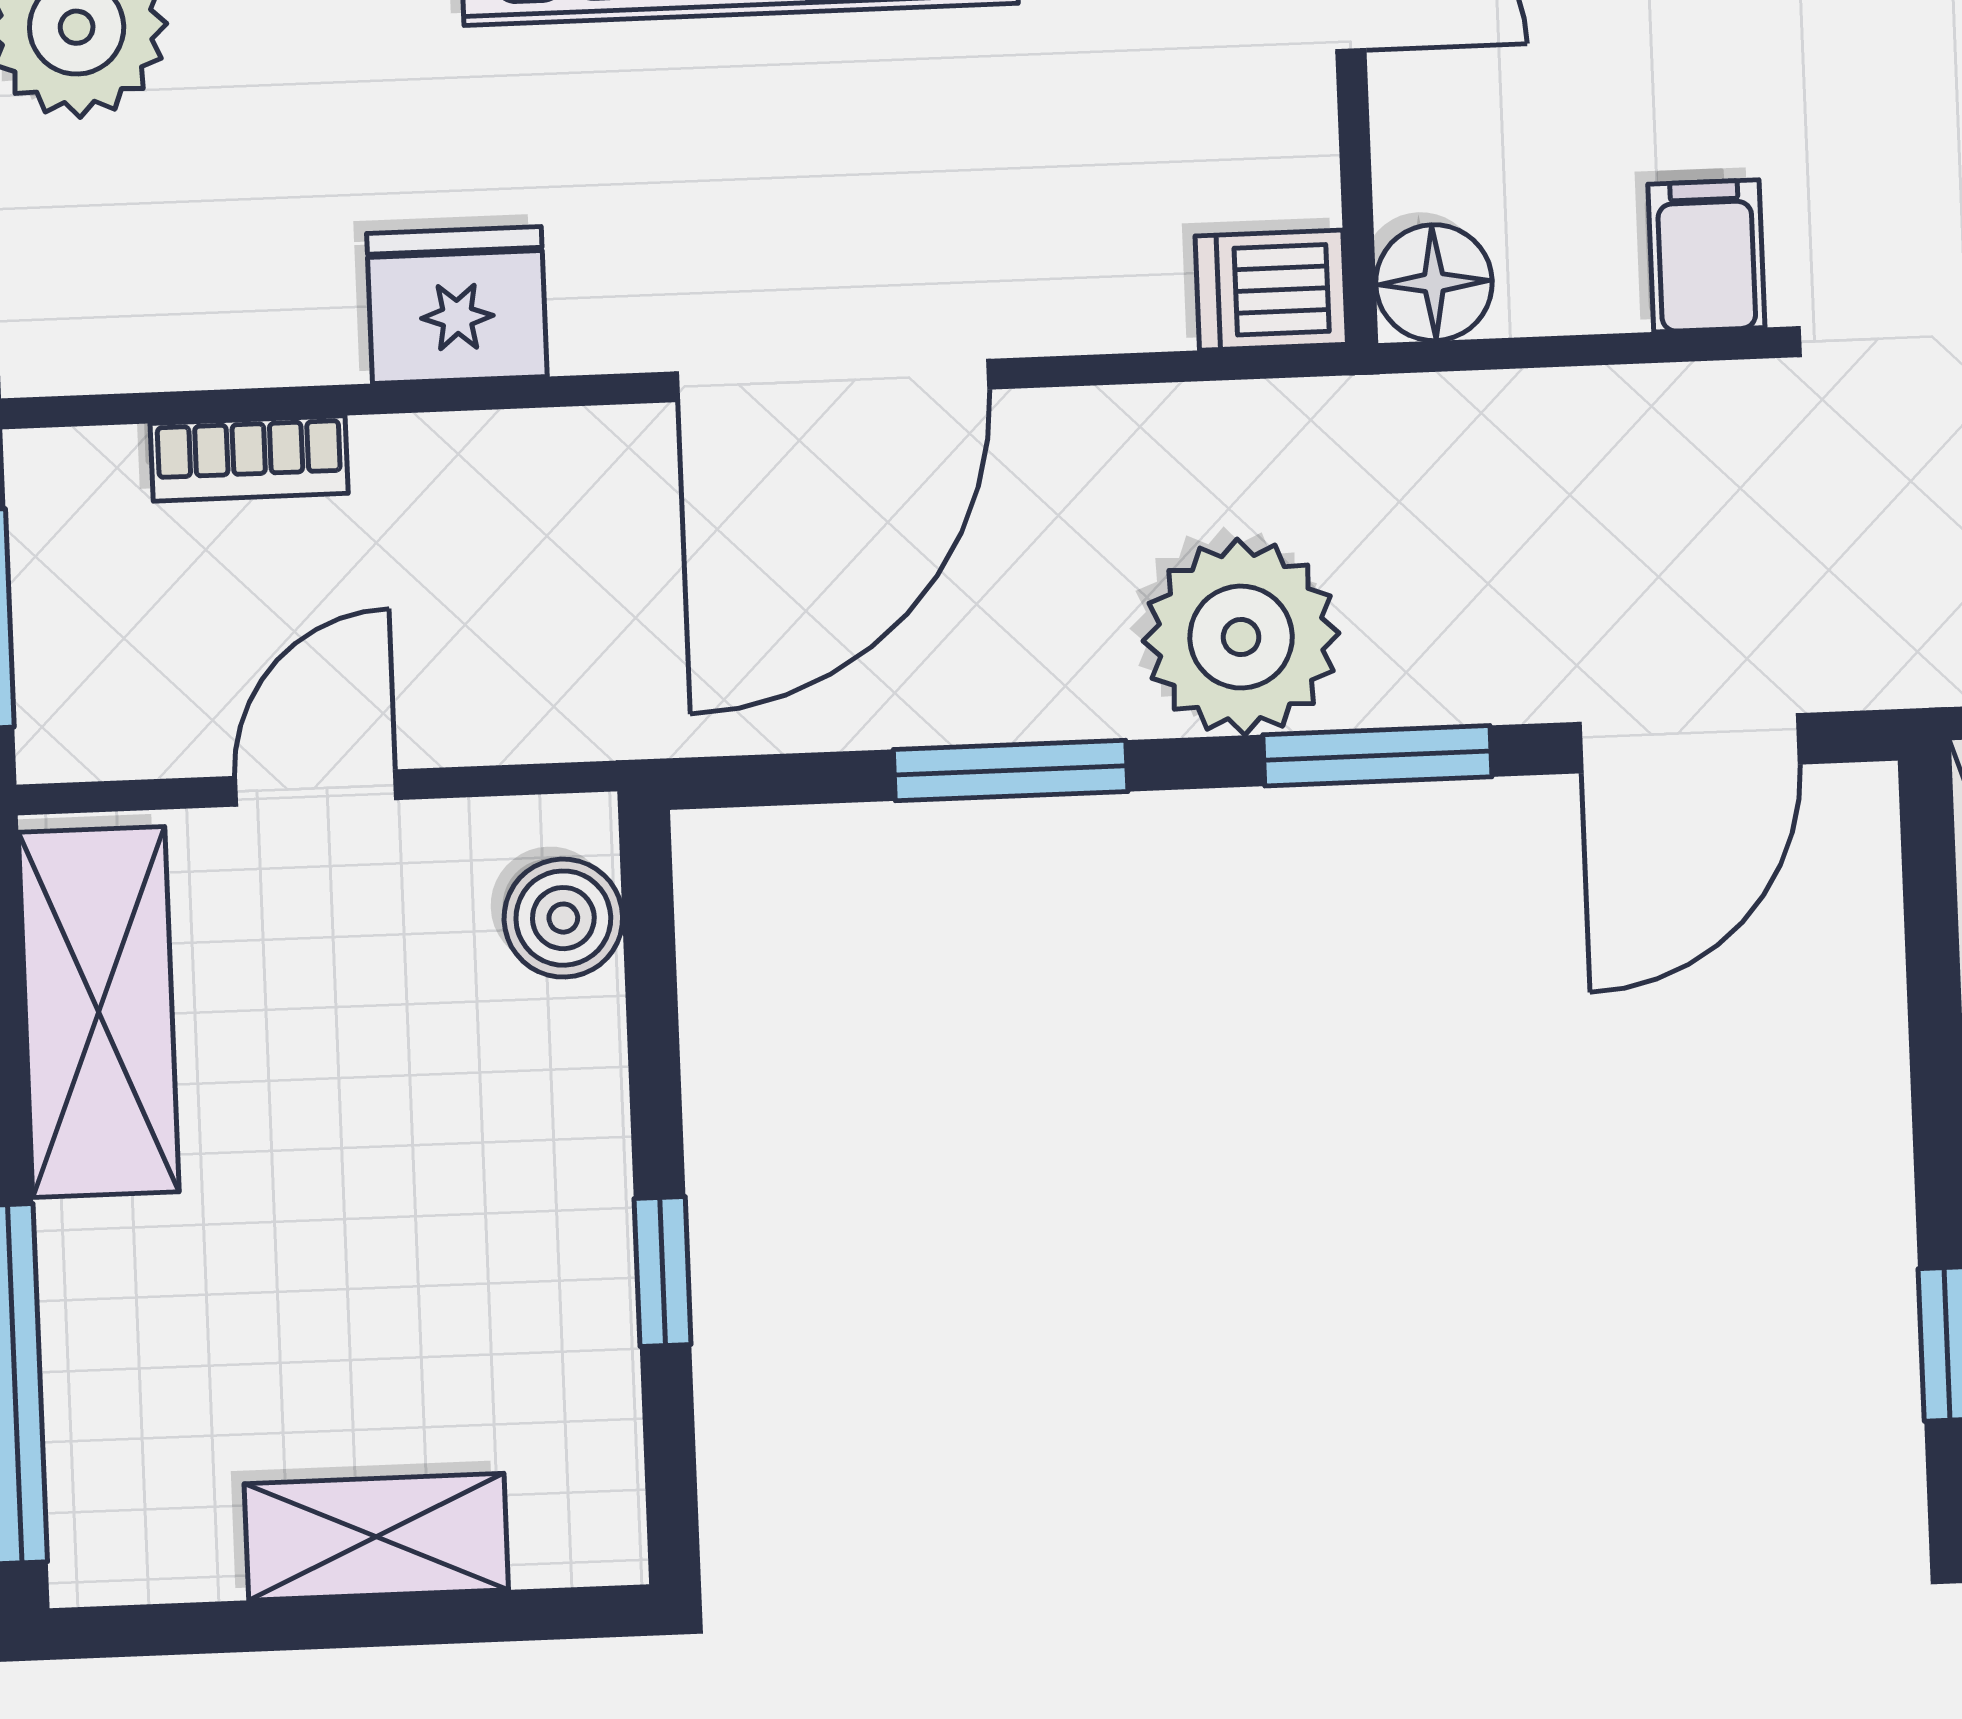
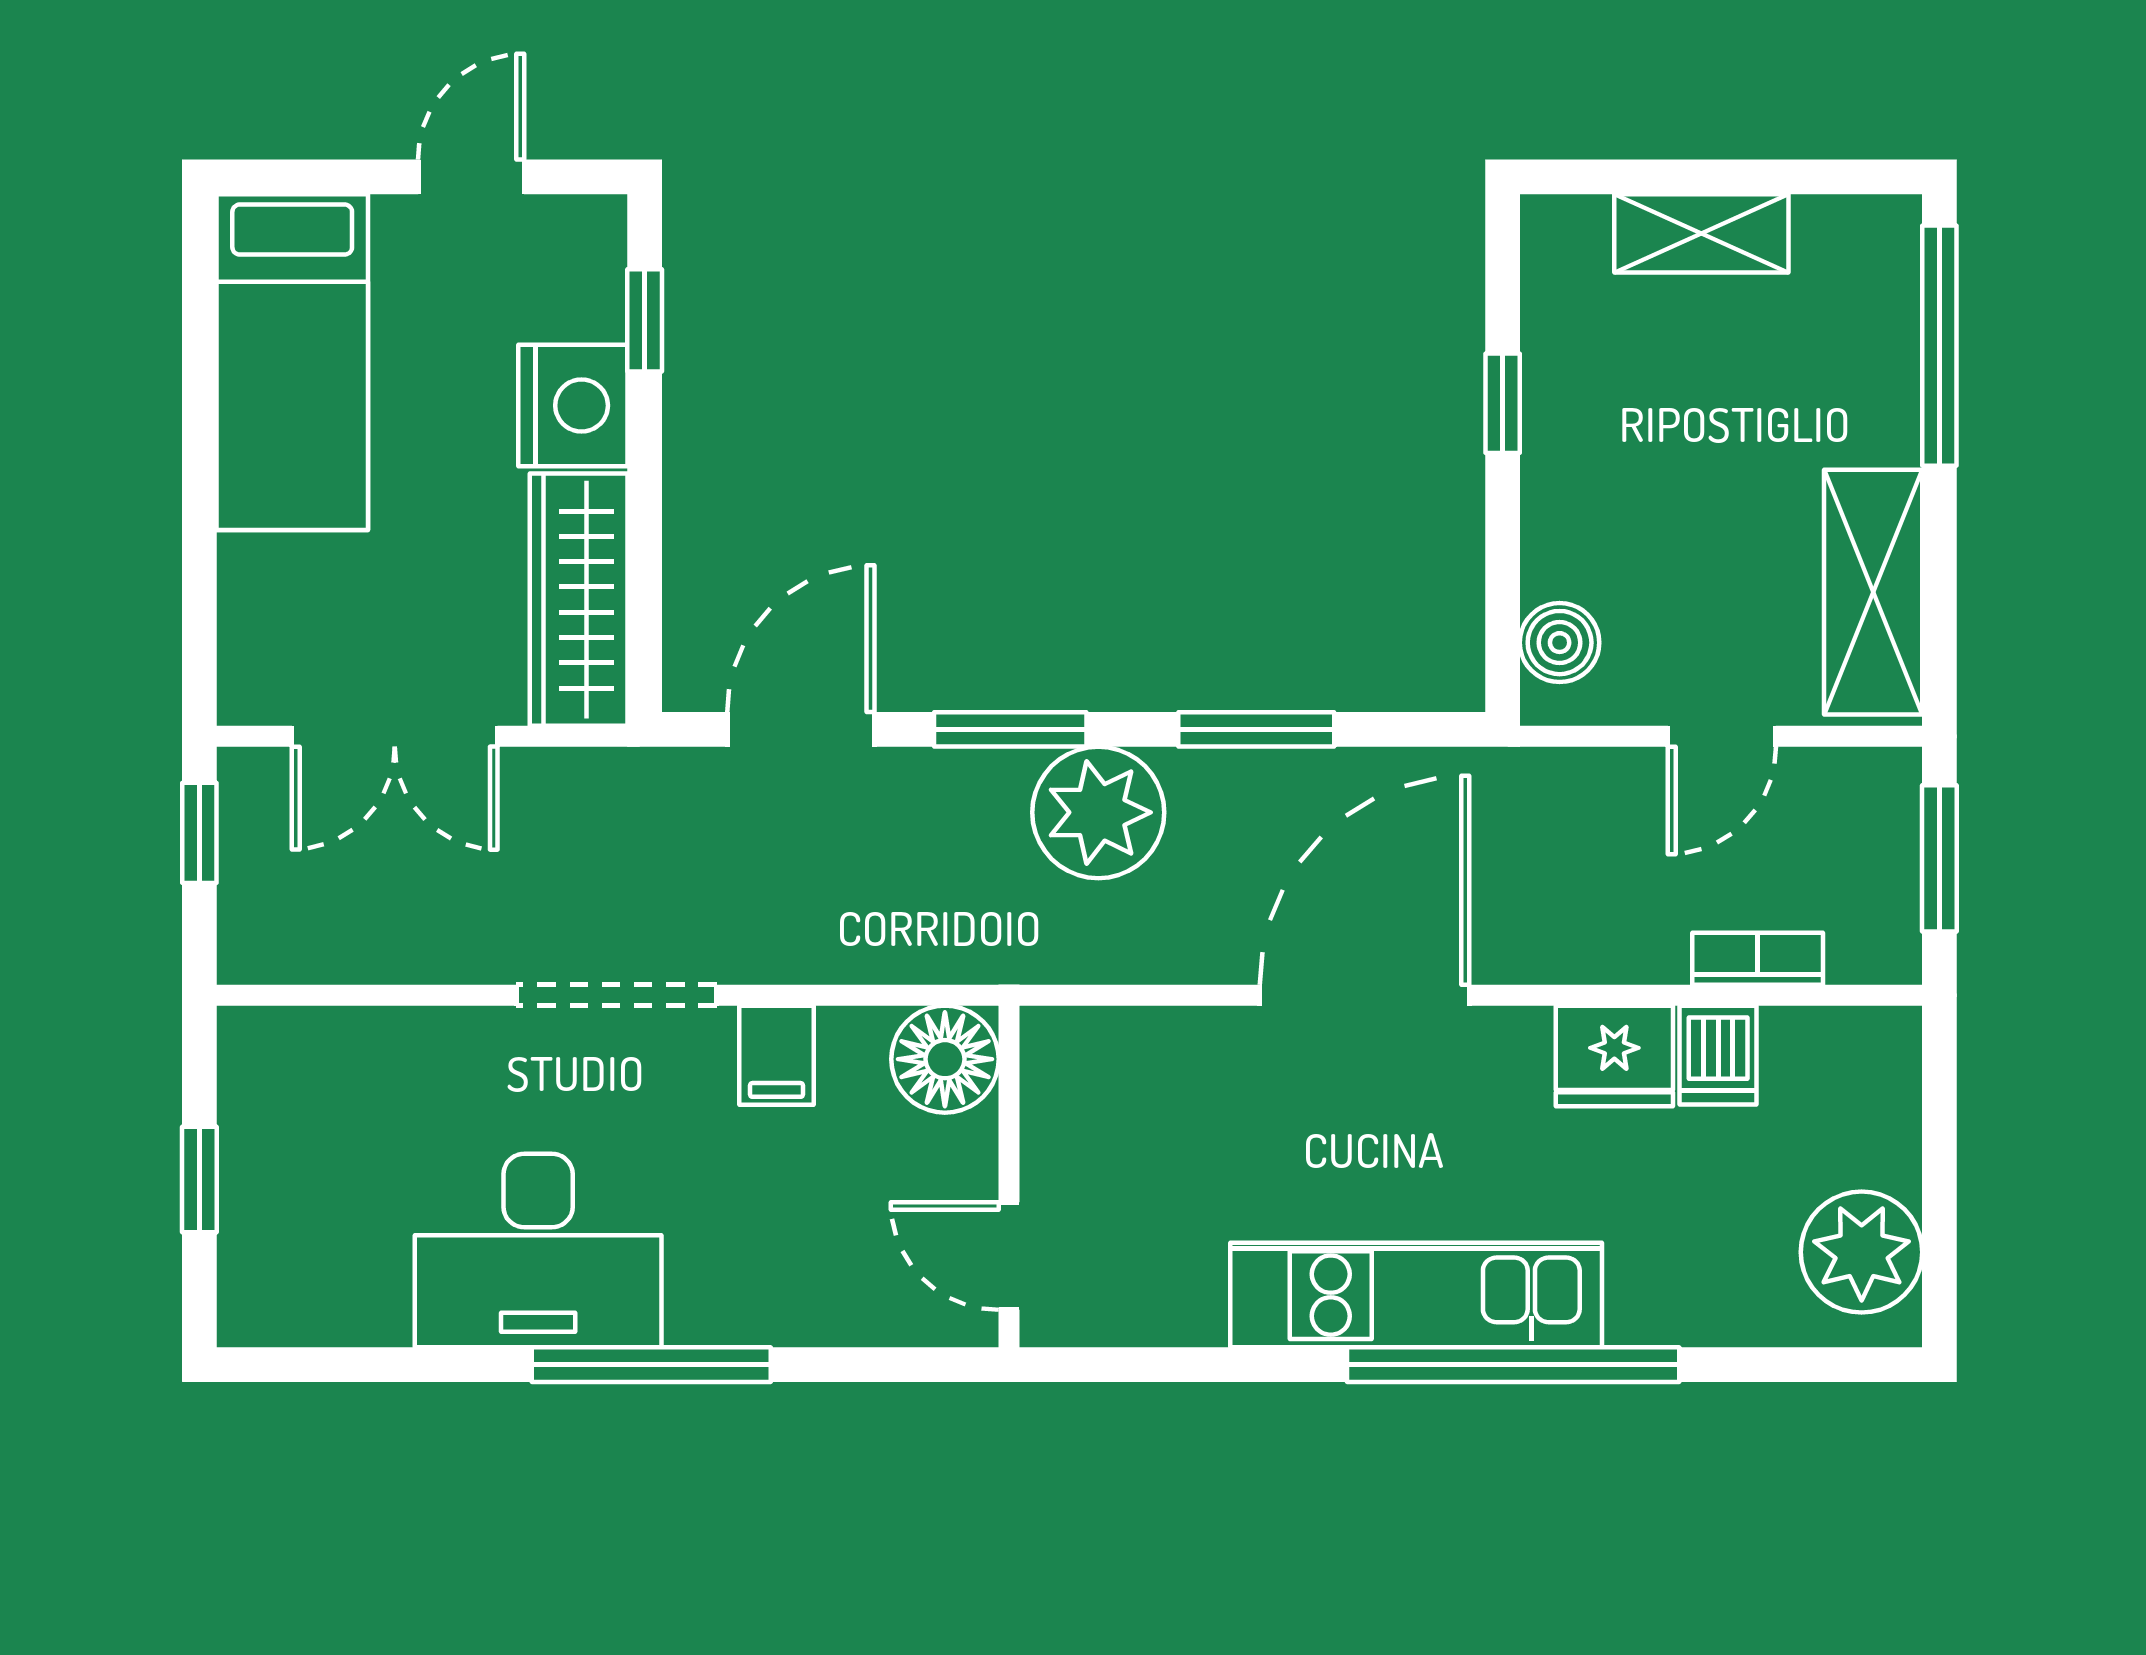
floor lamp: (1434, 283) -> (945, 1059), width x1.38, depth x1.38
dishwasher: (1271, 290) -> (1718, 1055), moved, turned 90

